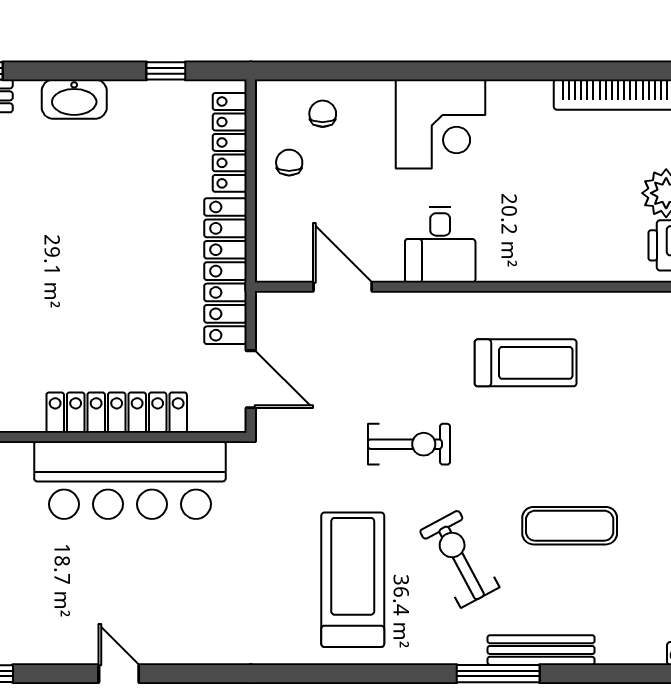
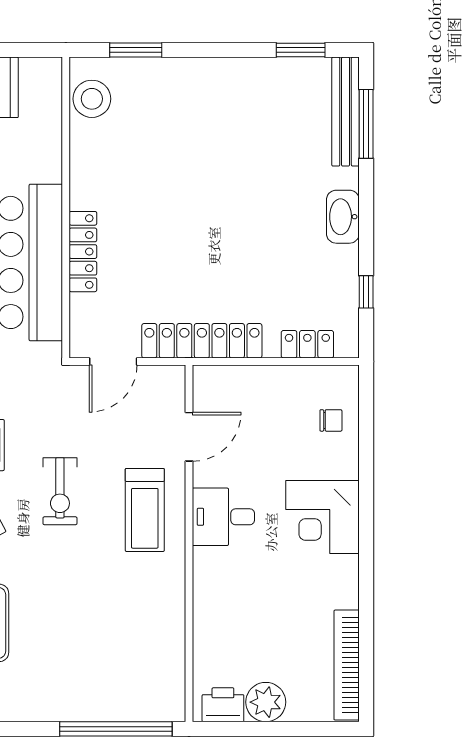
locker: (230, 142) -> (307, 344), width x0.66
chair: (289, 163) -> (291, 393), removed
treadmill: (526, 363) -> (145, 510), moved
locker: (117, 413) -> (83, 252), width x0.71, depth x0.83

